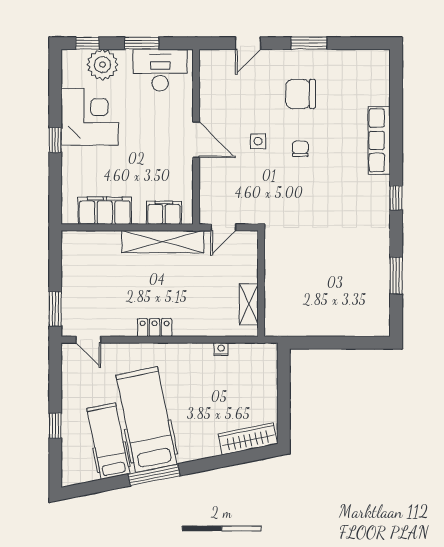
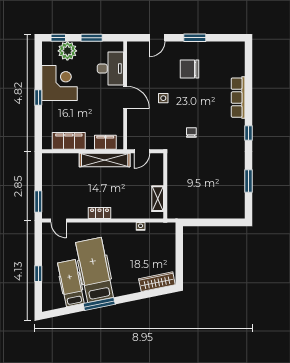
desk: (160, 70) -> (110, 69), moved, turned 90
chair: (300, 149) -> (191, 132), moved

